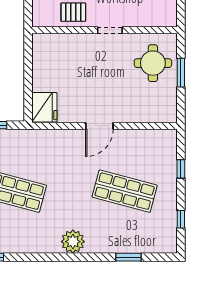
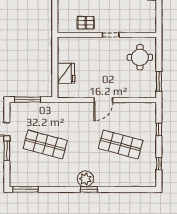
window: (181, 73) -> (159, 81), moved
fridge: (44, 107) -> (66, 73), moved
window: (129, 257) -> (89, 189), moved

